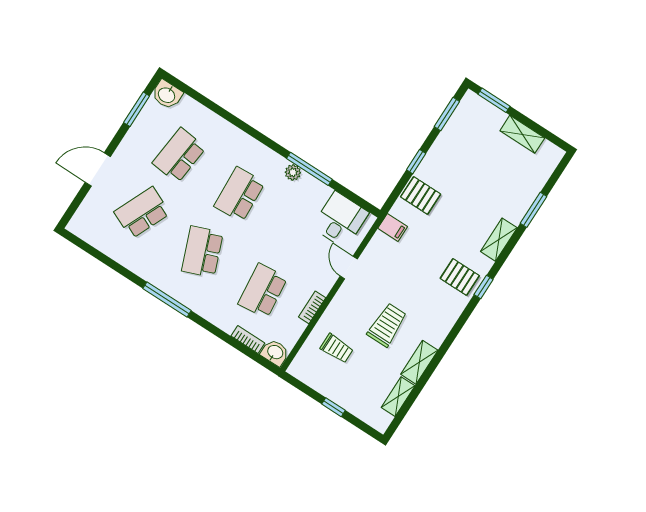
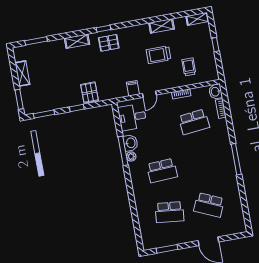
washbasin: (167, 95) -> (130, 143), moved
window: (533, 210) -> (36, 41), moved
filing cabinet: (393, 227) -> (133, 88), moved
school desk: (202, 252) -> (201, 163), removed
pallet: (460, 277) -> (109, 43), turned 90
shelving: (398, 397) -> (197, 19), moved

